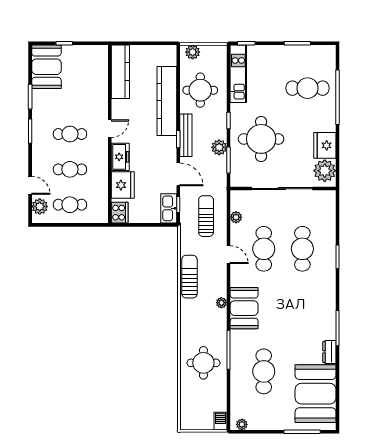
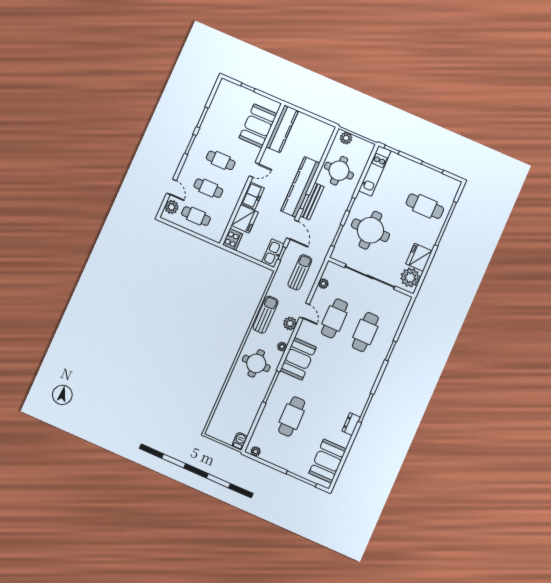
booth: (46, 67) -> (258, 126), moved
kitchen counter: (167, 101) -> (300, 187), moved
plant: (219, 147) -> (290, 323), moved
round table: (203, 363) -> (256, 363), moved
booth: (316, 394) -> (328, 461), width x0.73, depth x0.70

